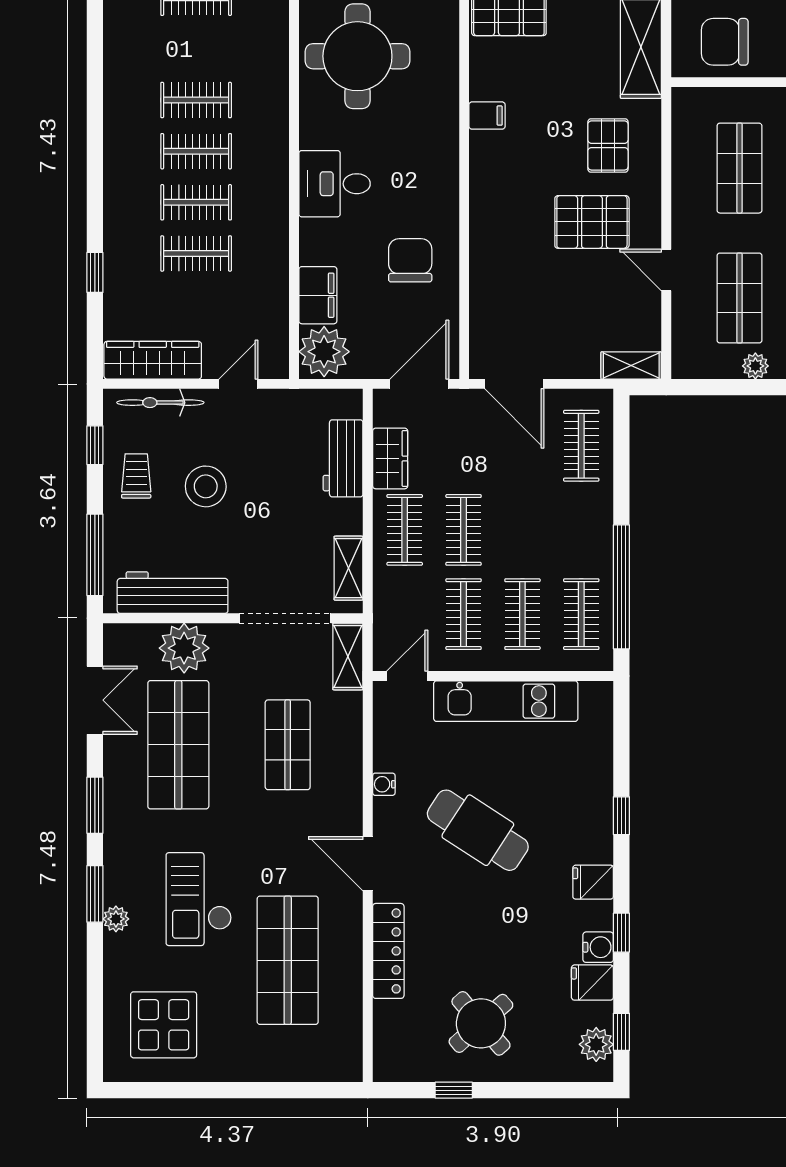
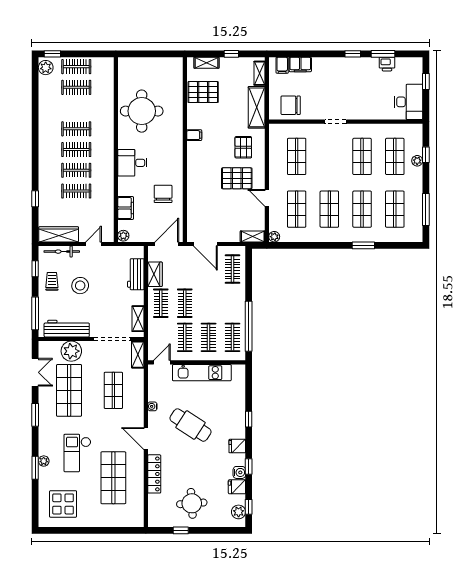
plant: (324, 352) -> (123, 236), width x0.53, depth x0.53
plant: (755, 366) -> (274, 237), moved
window: (95, 894) -> (35, 468), moved
round table: (481, 1023) -> (192, 503), turned 37

